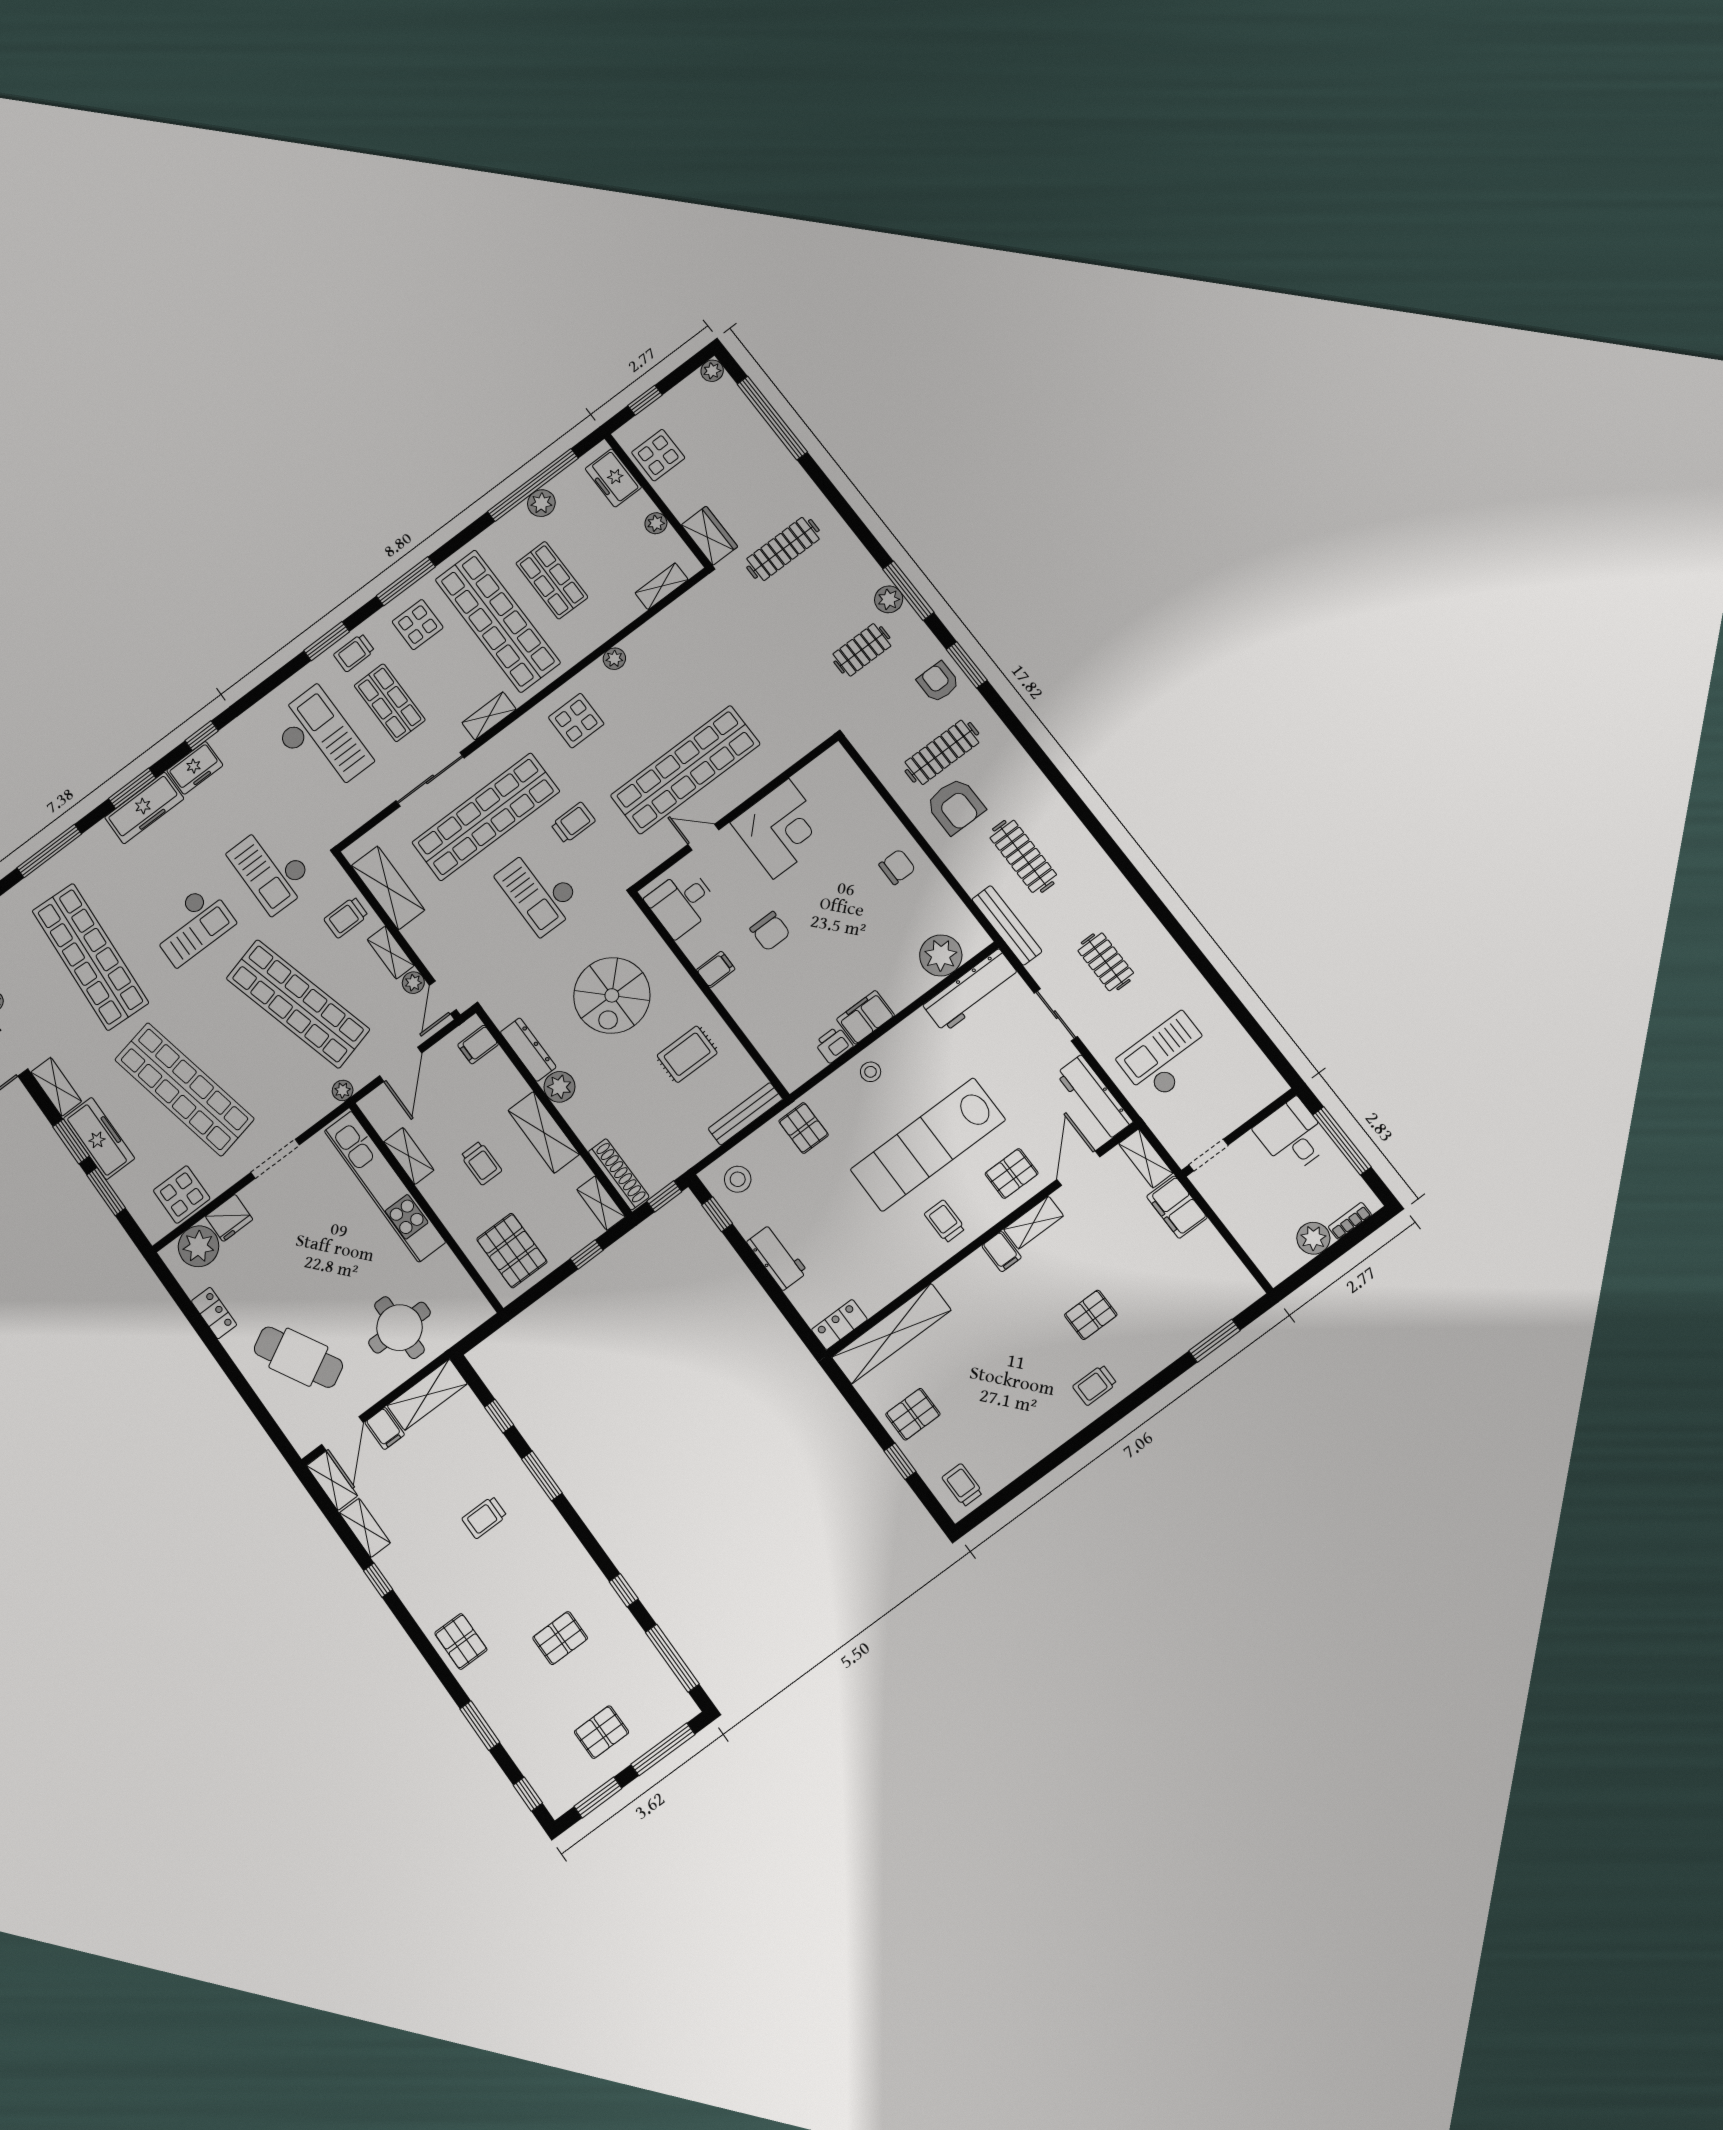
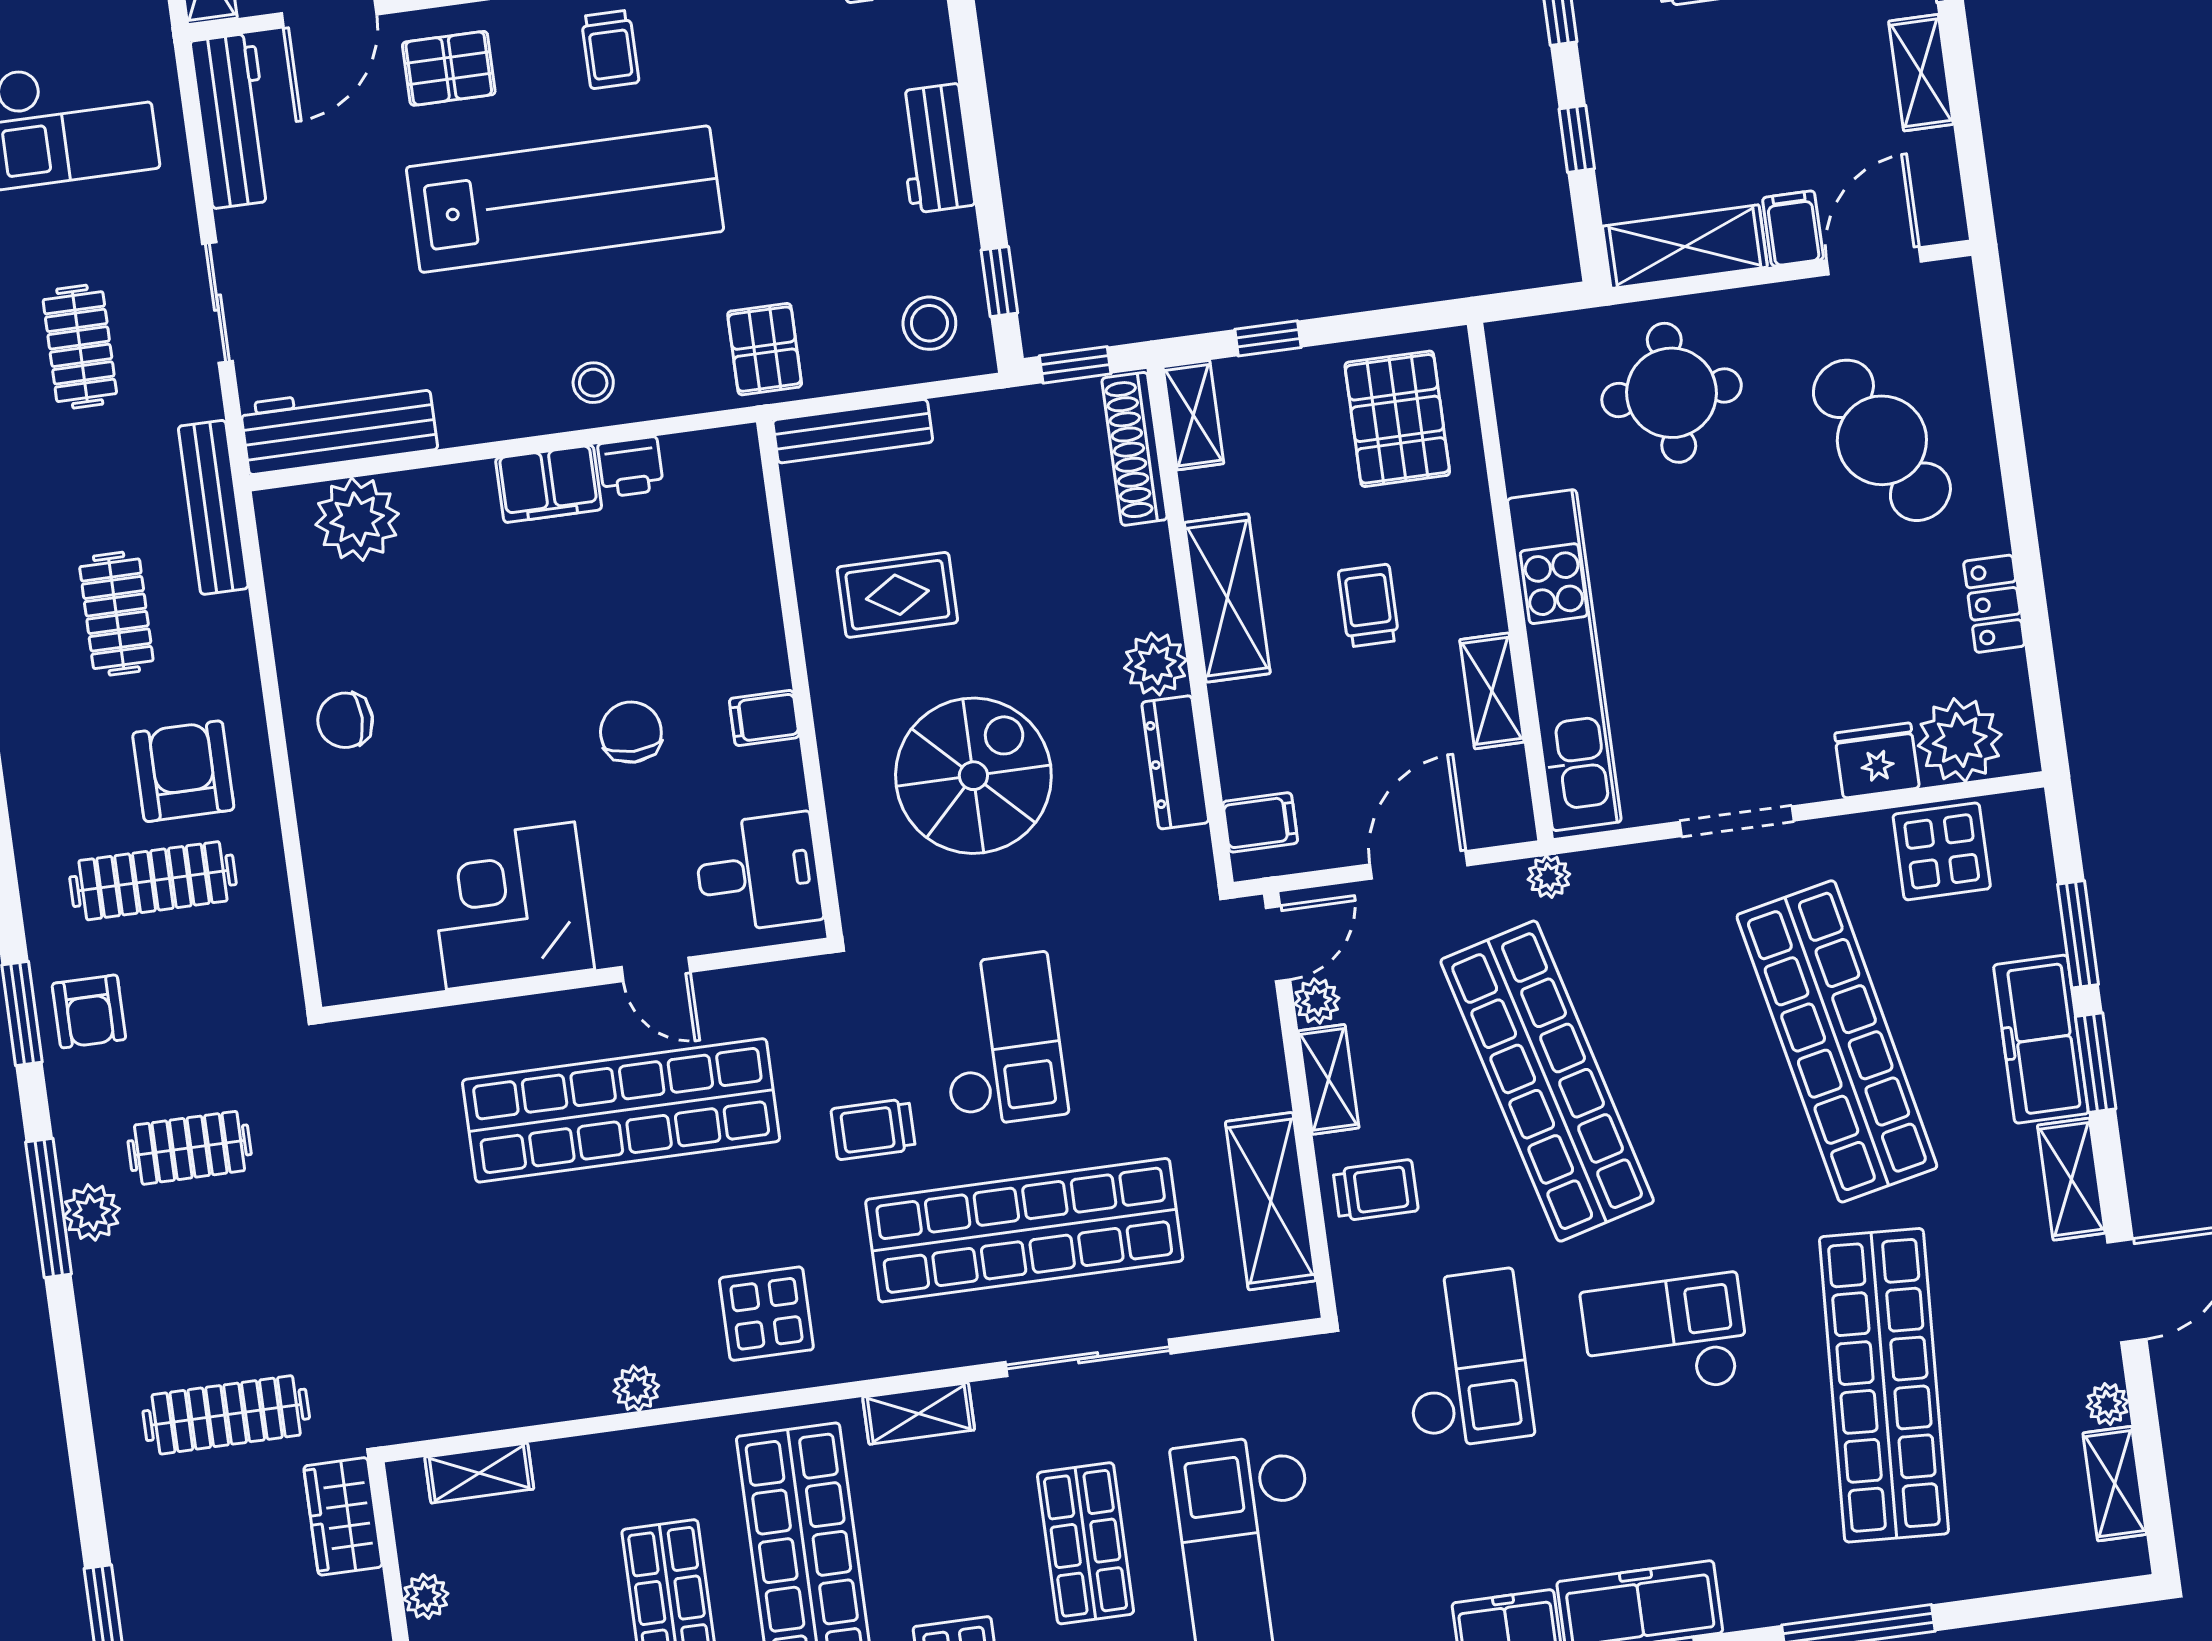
clothes rail: (1023, 856) -> (116, 614), width x0.73
shelving: (332, 1481) -> (1937, 188), removed

